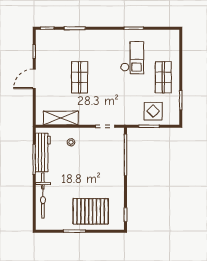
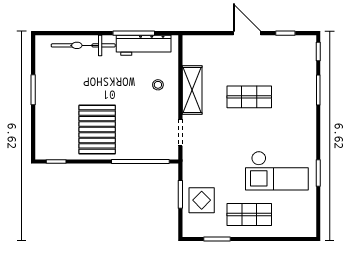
checkout: (132, 58) -> (277, 171), width x1.36, depth x1.21
shelving: (61, 118) -> (192, 90), moved
pallet: (91, 211) -> (97, 130), moved

